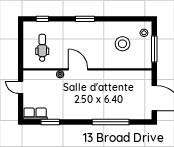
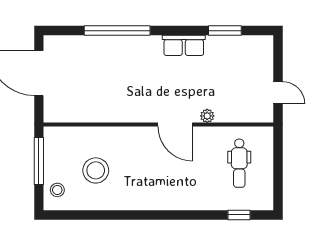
window: (85, 19) -> (163, 215), removed
row of seats: (35, 114) -> (184, 45), moved

